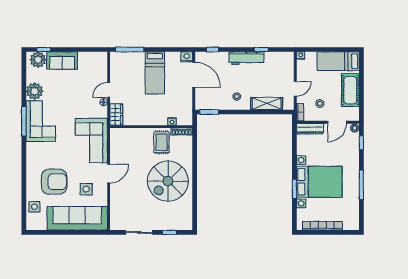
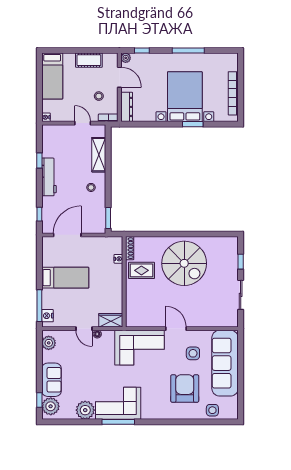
nightstand: (187, 57) -> (47, 316), moved
plant: (96, 58) -> (49, 343), added
cot: (350, 90) -> (89, 60), width x0.73, depth x0.75

